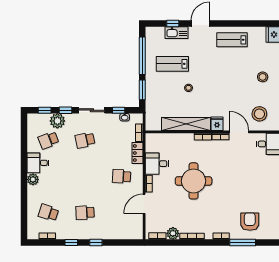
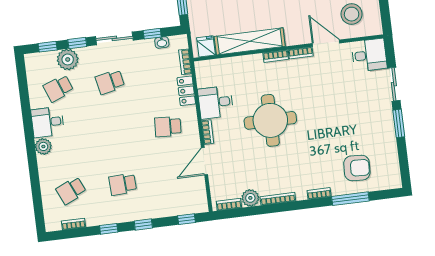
fridge: (217, 124) -> (206, 46), moved
school desk: (48, 213) -> (71, 191), turned -42
armchair: (250, 222) -> (357, 168), turned 93
window: (126, 243) -> (186, 219), added

